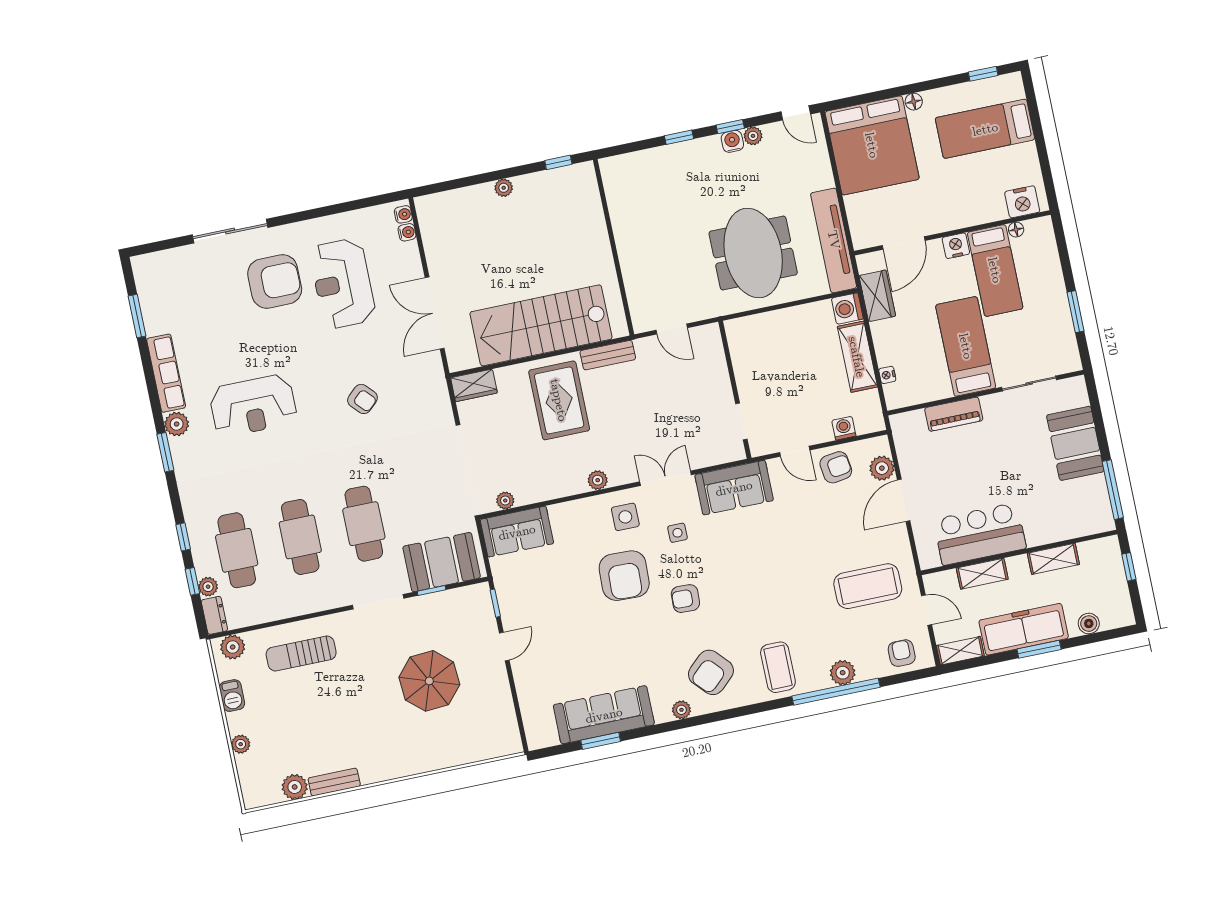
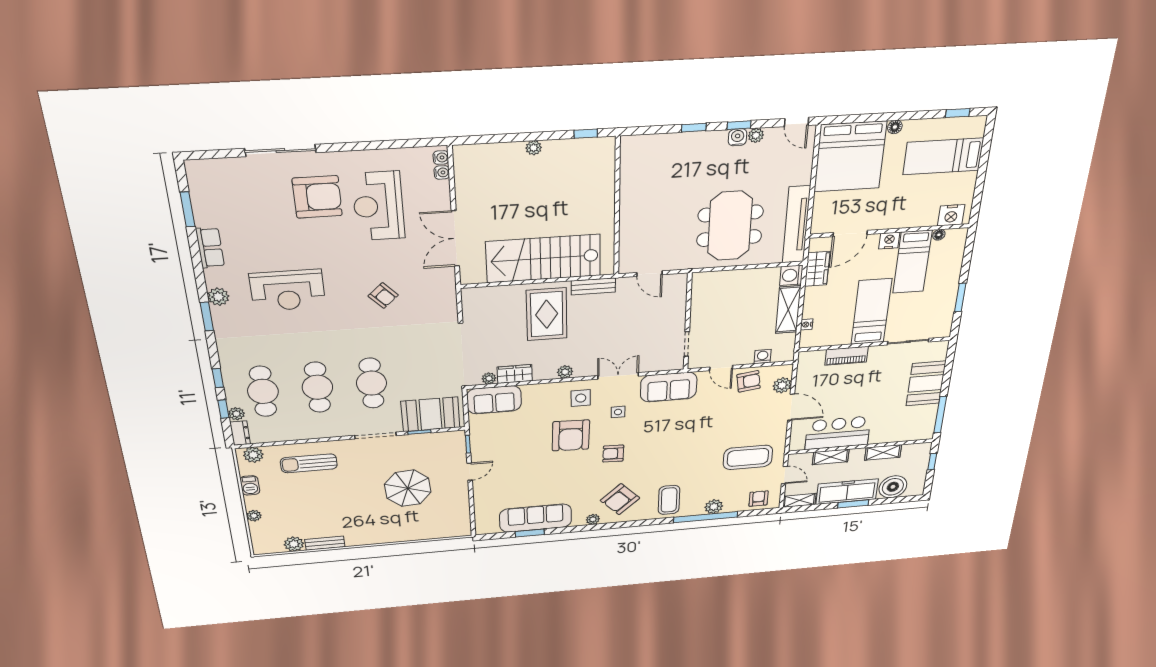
row of seats: (166, 373) -> (210, 248), width x0.68
wardrobe: (474, 385) -> (515, 374), moved, turned 180
door: (904, 500) -> (791, 407), swing flipped
boiler: (1089, 624) -> (893, 487), width x1.86, depth x1.86

